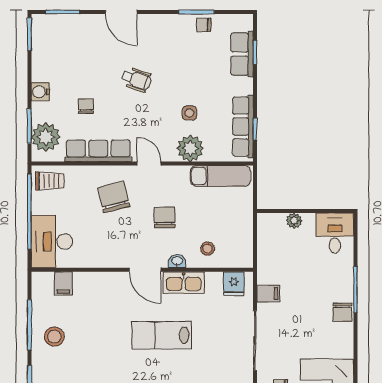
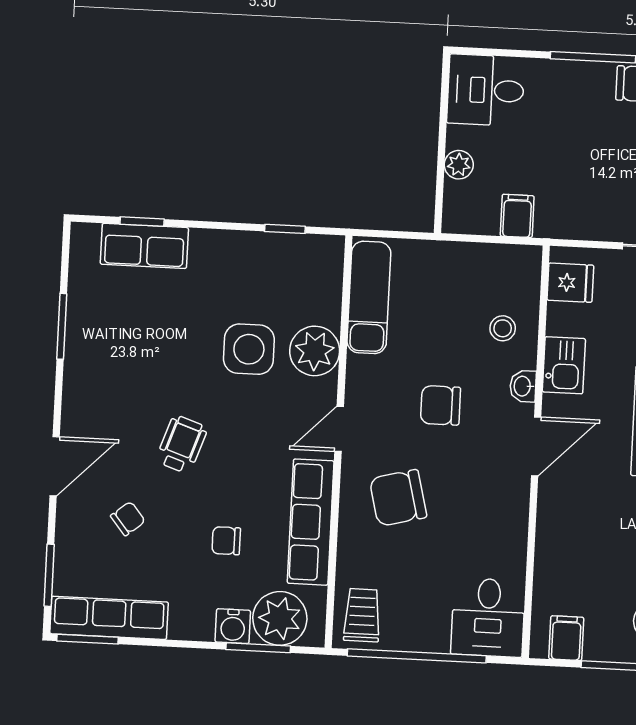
chair: (204, 25) -> (128, 519), moved, turned -129
water cooler: (40, 92) -> (233, 626), moved
side table: (189, 113) -> (249, 349), width x1.87, depth x1.87
row of seats: (243, 127) -> (109, 618), moved, turned 180
desk: (52, 242) -> (488, 617), width x0.73
kitchen sink: (184, 282) -> (564, 365), width x0.73
filing cabinet: (63, 283) -> (566, 638), moved, turned -90
filing cabinet: (268, 294) -> (517, 216), moved

